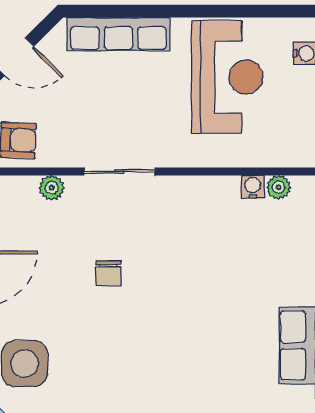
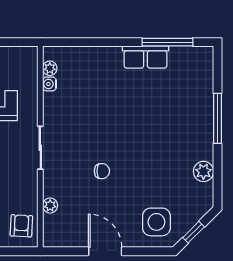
sliding door: (119, 172) -> (40, 148), moved

